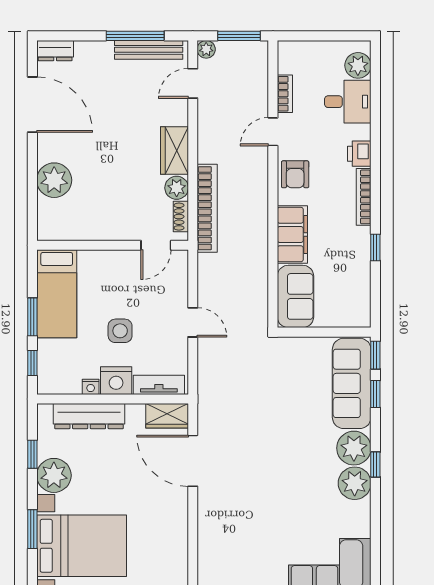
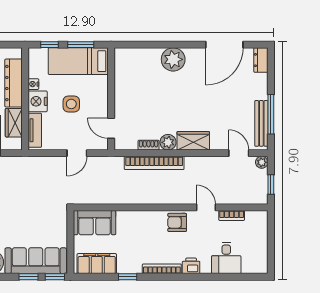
window: (239, 36) -> (271, 185), width x0.67
plant: (358, 65) -> (251, 265), removed
filing cabinet: (292, 235) -> (97, 264), moved, turned 180
wall: (113, 245) -> (111, 99), moved
door: (156, 245) -> (111, 128), moved
bed: (57, 294) -> (78, 61), moved
wardrobe: (167, 416) -> (14, 123), moved

